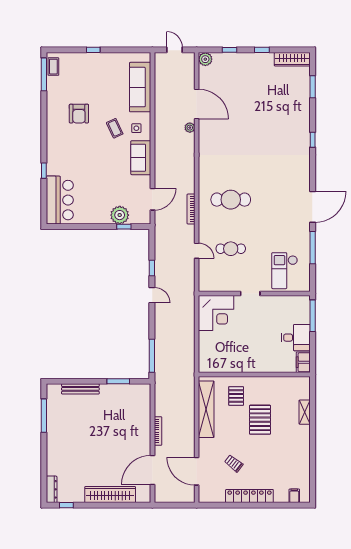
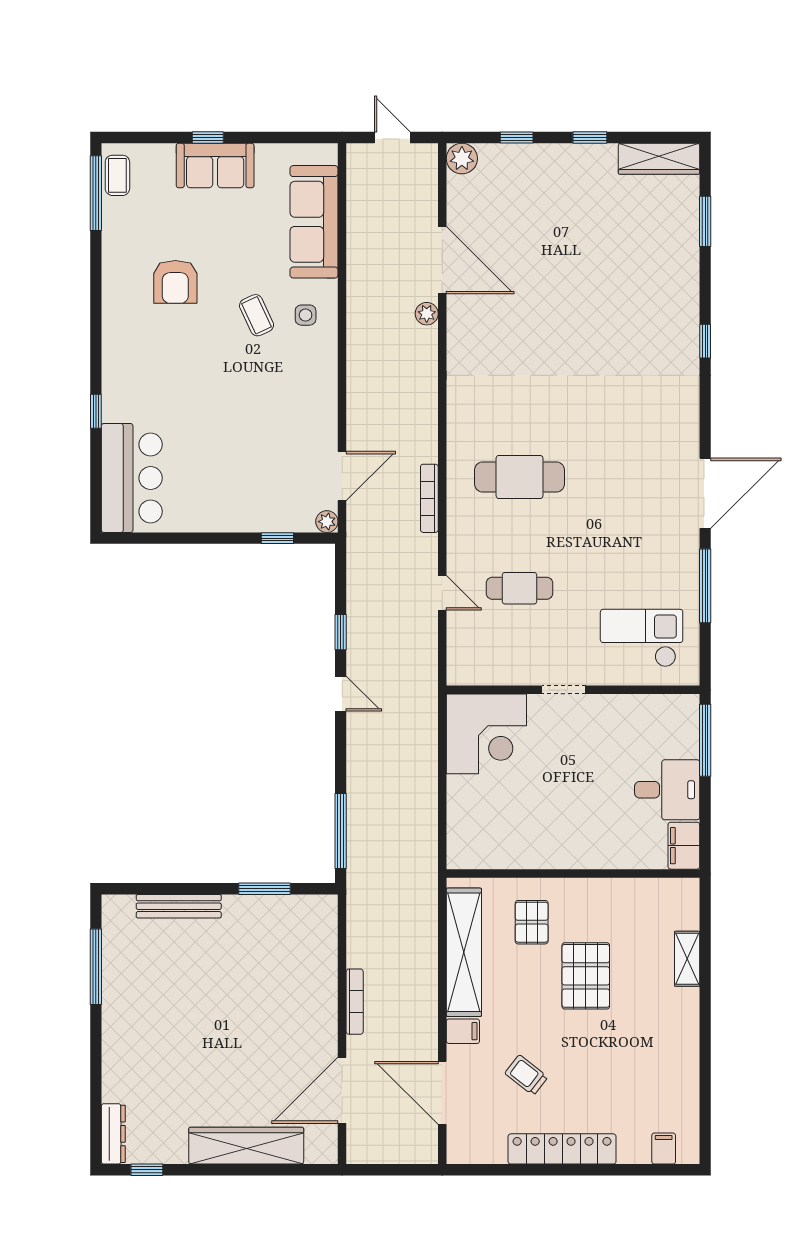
sofa: (141, 158) -> (215, 165), moved, turned -90
plant: (120, 215) -> (327, 522), moved, width x0.53, depth x0.53
checkout: (285, 271) -> (642, 638), turned 90
filing cabinet: (206, 444) -> (463, 1031), added

